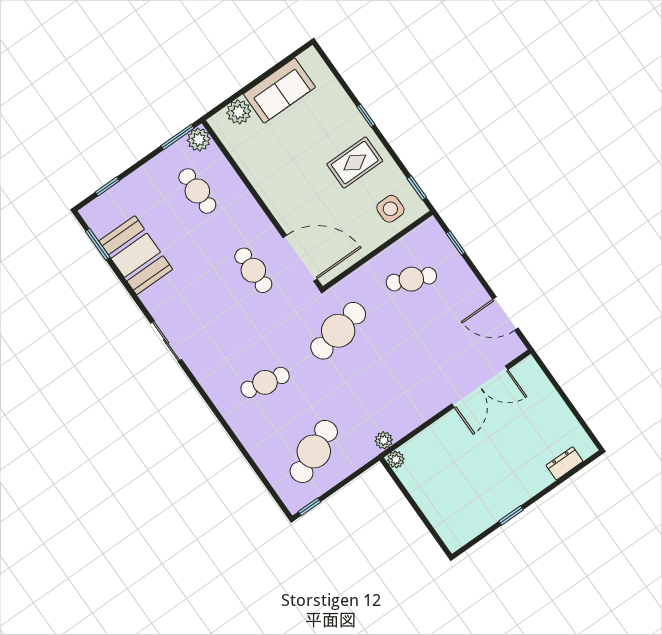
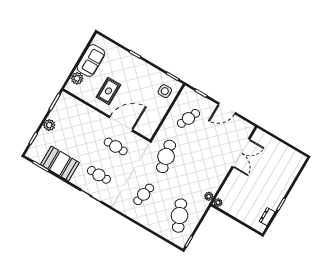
plant: (199, 140) -> (49, 125), moved
rug: (355, 163) -> (108, 91), moved
cafe table: (197, 191) -> (99, 175), moved
door: (300, 258) -> (121, 124), moved
door: (506, 314) -> (227, 108), moved
dresser: (565, 463) -> (267, 217), moved

